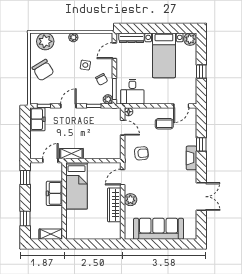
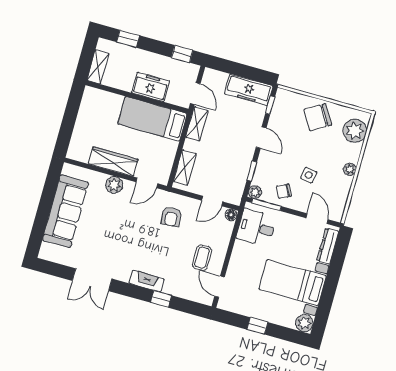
freezer: (37, 119) -> (249, 90), width x1.40
shelving: (104, 153) -> (185, 168), added
door: (123, 177) -> (147, 183), swing flipped

